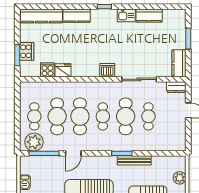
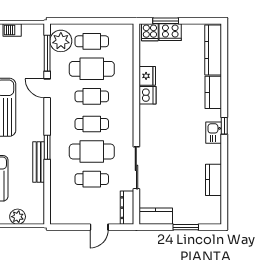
kitchen sink: (126, 15) -> (214, 133), moved
cooker: (47, 70) -> (150, 32), moved, turned 90
dishwasher: (107, 70) -> (147, 95), moved
dresser: (176, 87) -> (127, 208), width x1.44
cafe table: (80, 116) -> (92, 96), width x0.73, depth x0.74

